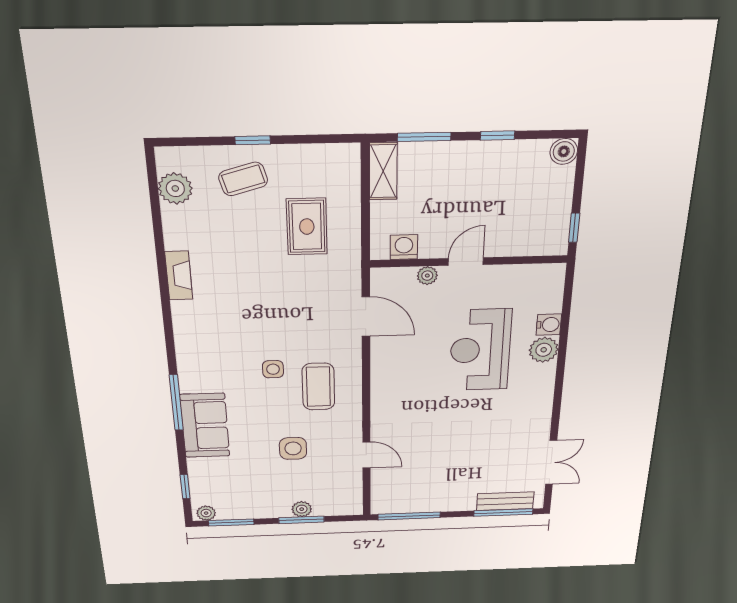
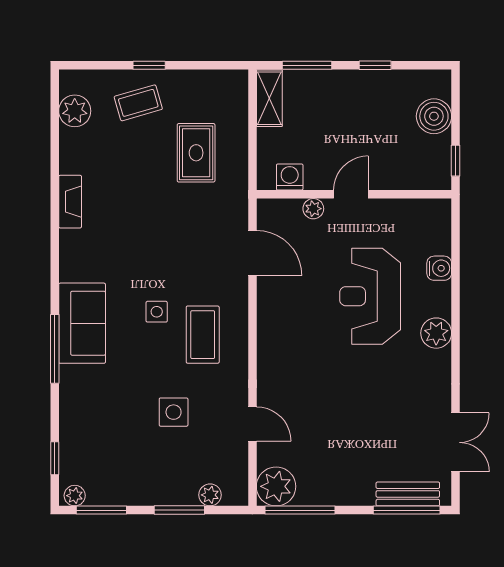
boiler: (564, 151) -> (434, 116), moved, width x1.36, depth x1.36
plant: (544, 350) -> (436, 333), moved
sofa: (205, 426) -> (82, 323), moved
plant: (388, 500) -> (276, 486), added
plant: (302, 509) -> (210, 495), moved

